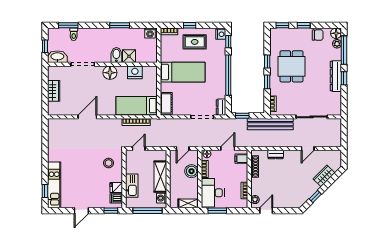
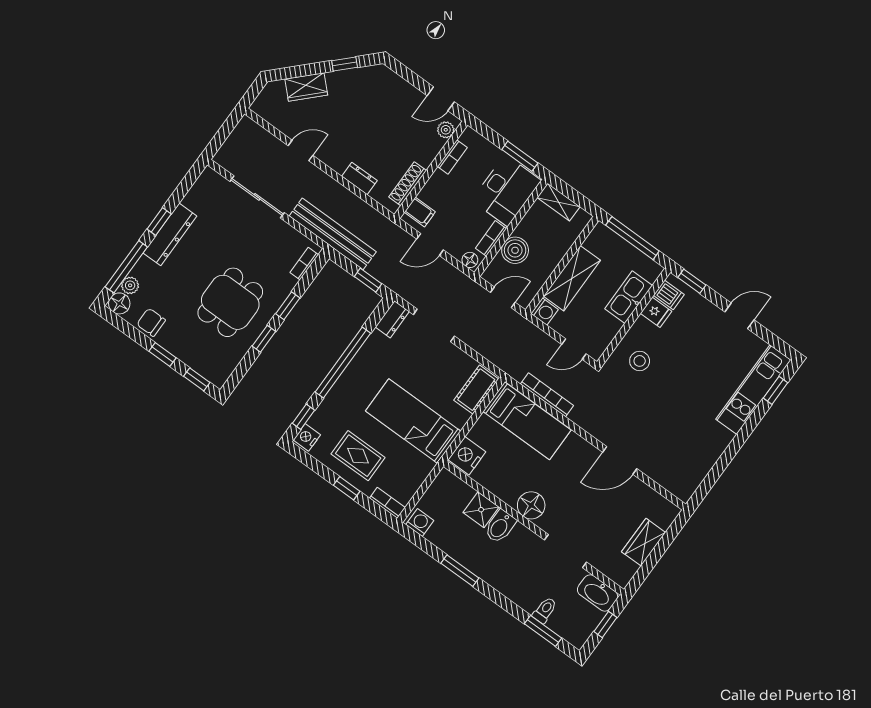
nightstand: (135, 72) -> (467, 456), moved, turned 90
washing machine: (162, 198) -> (544, 311), moved

